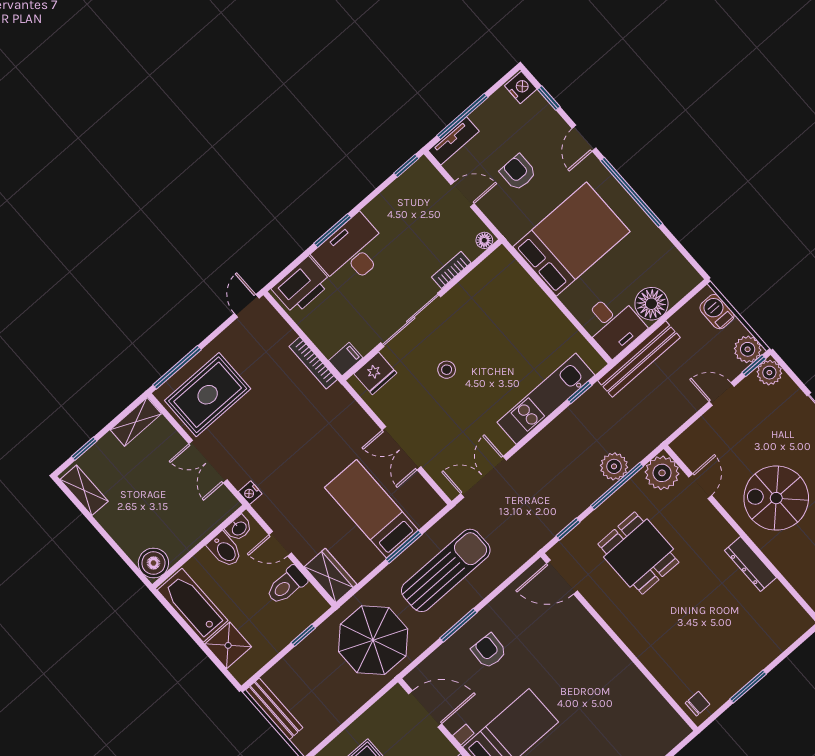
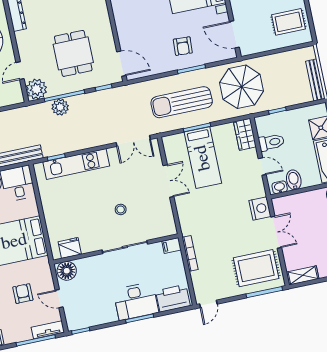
armchair: (518, 172) -> (23, 294), turned 180
floor lamp: (484, 240) -> (67, 271), width x1.89, depth x1.89
bookcase: (451, 270) -> (88, 261), removed
fridge: (375, 373) -> (70, 248), moved
nightstand: (250, 493) -> (260, 208), width x1.89, depth x1.79

